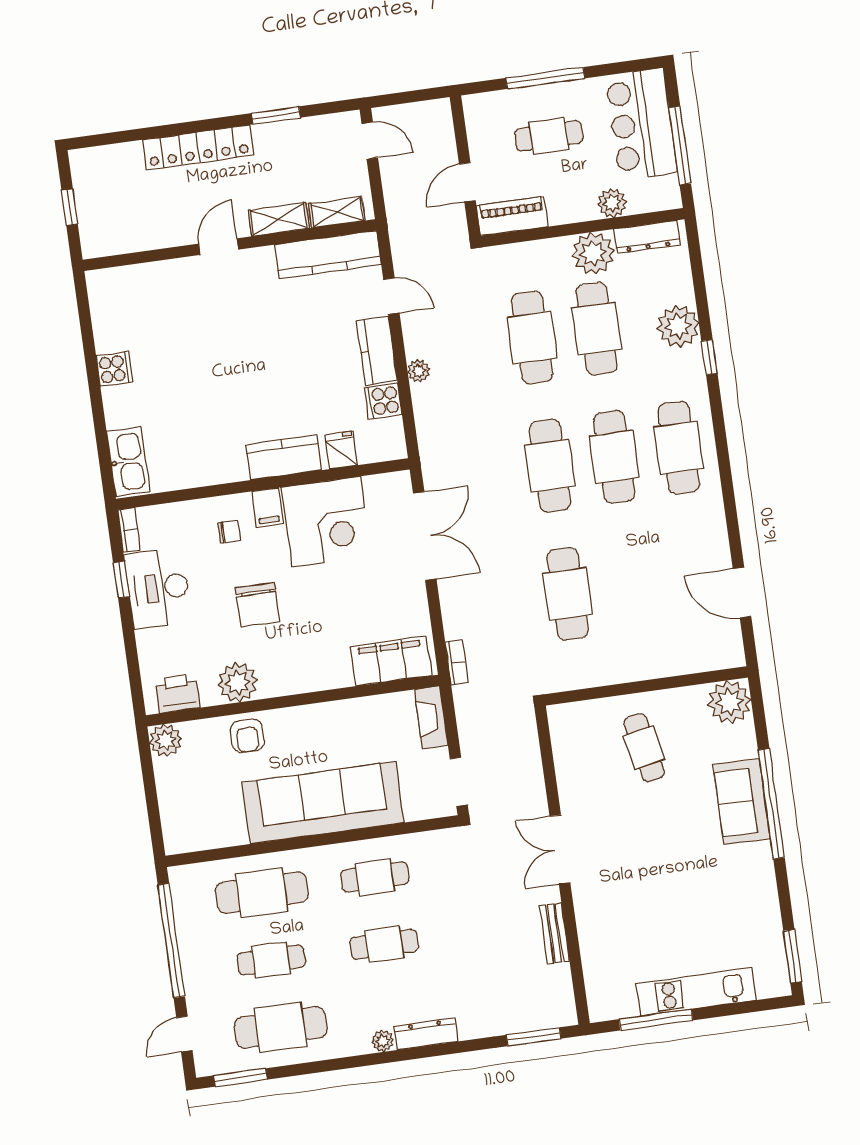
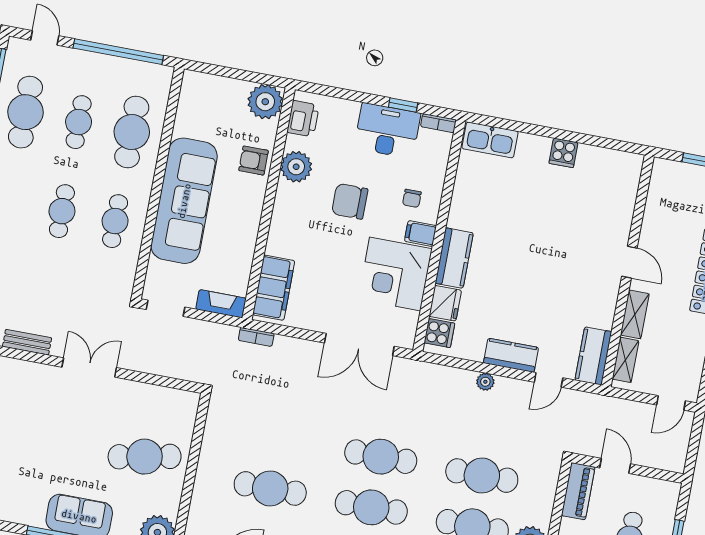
kitchen counter: (328, 255) -> (593, 356), width x0.67
cooker: (383, 401) -> (439, 333), moved, turned 90
fridge: (341, 450) -> (445, 303), width x1.38
cafe table: (568, 594) -> (270, 488), moved
plant: (166, 740) -> (265, 102), width x1.36, depth x1.36
cafe table: (644, 748) -> (145, 457), width x1.37, depth x1.35

